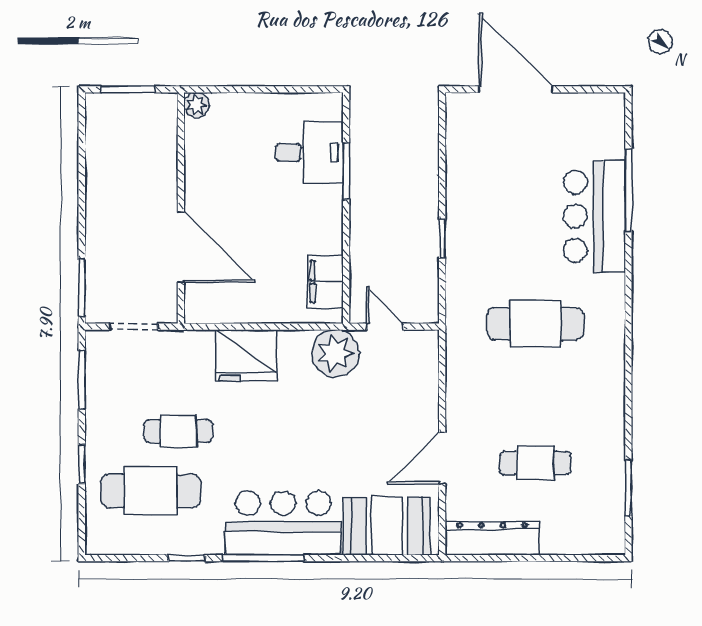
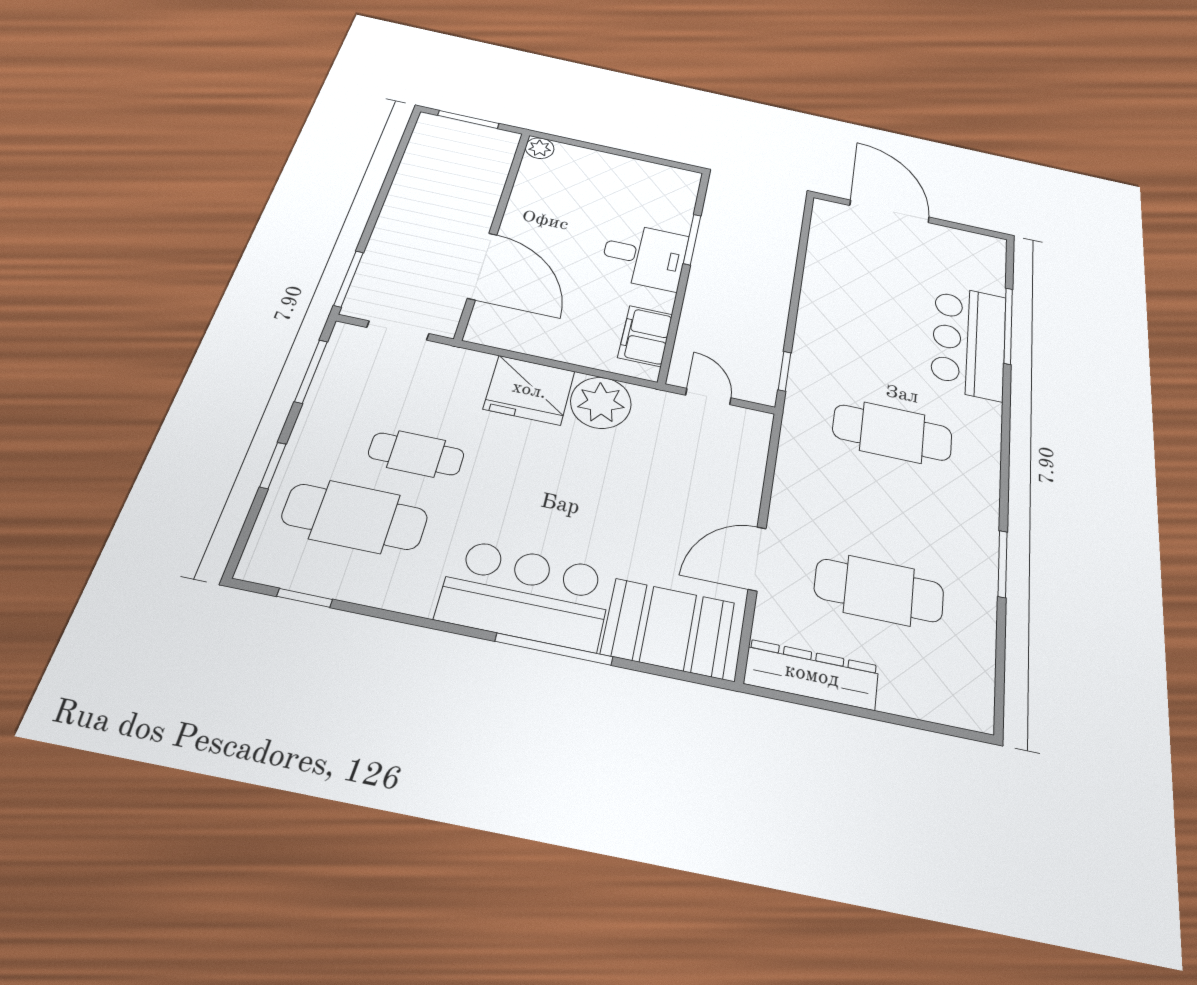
desk: (309, 152) -> (644, 256), moved
window: (442, 239) -> (785, 371), moved
plant: (335, 353) -> (601, 403), moved
cafe table: (535, 463) -> (879, 590), width x1.37, depth x1.35
window: (628, 488) -> (1002, 564), moved
window: (187, 558) -> (305, 598), moved
window: (263, 558) -> (554, 649), moved

